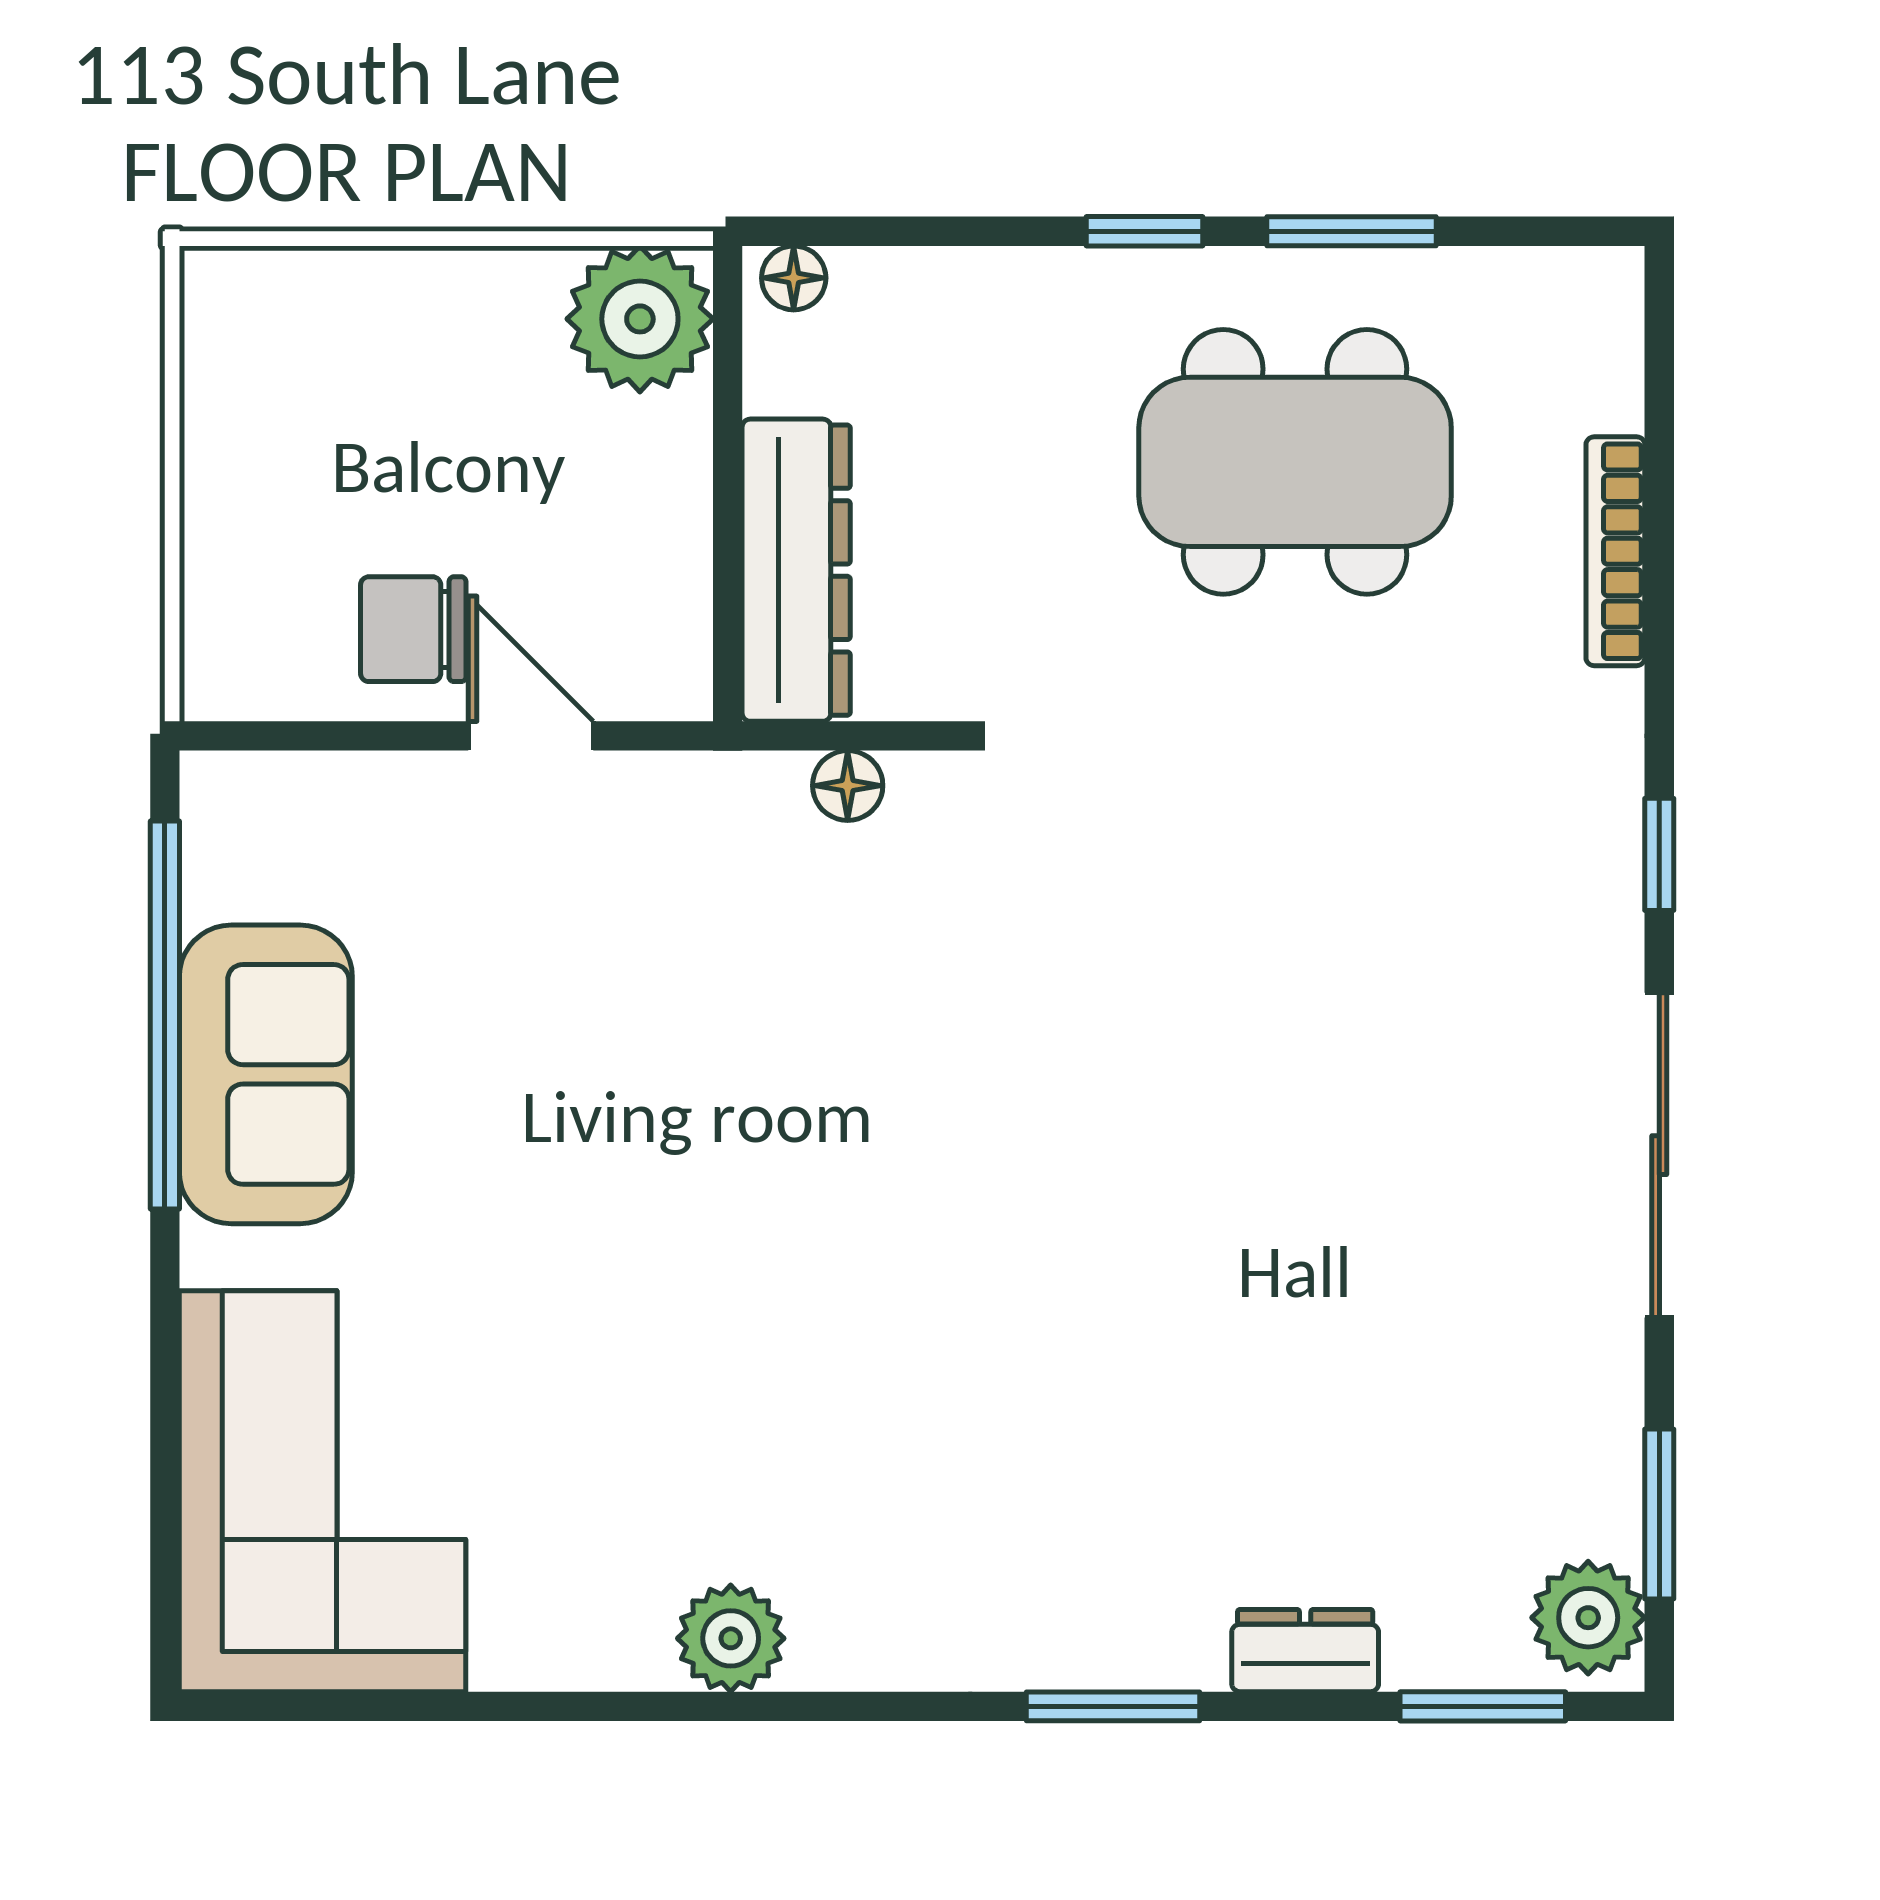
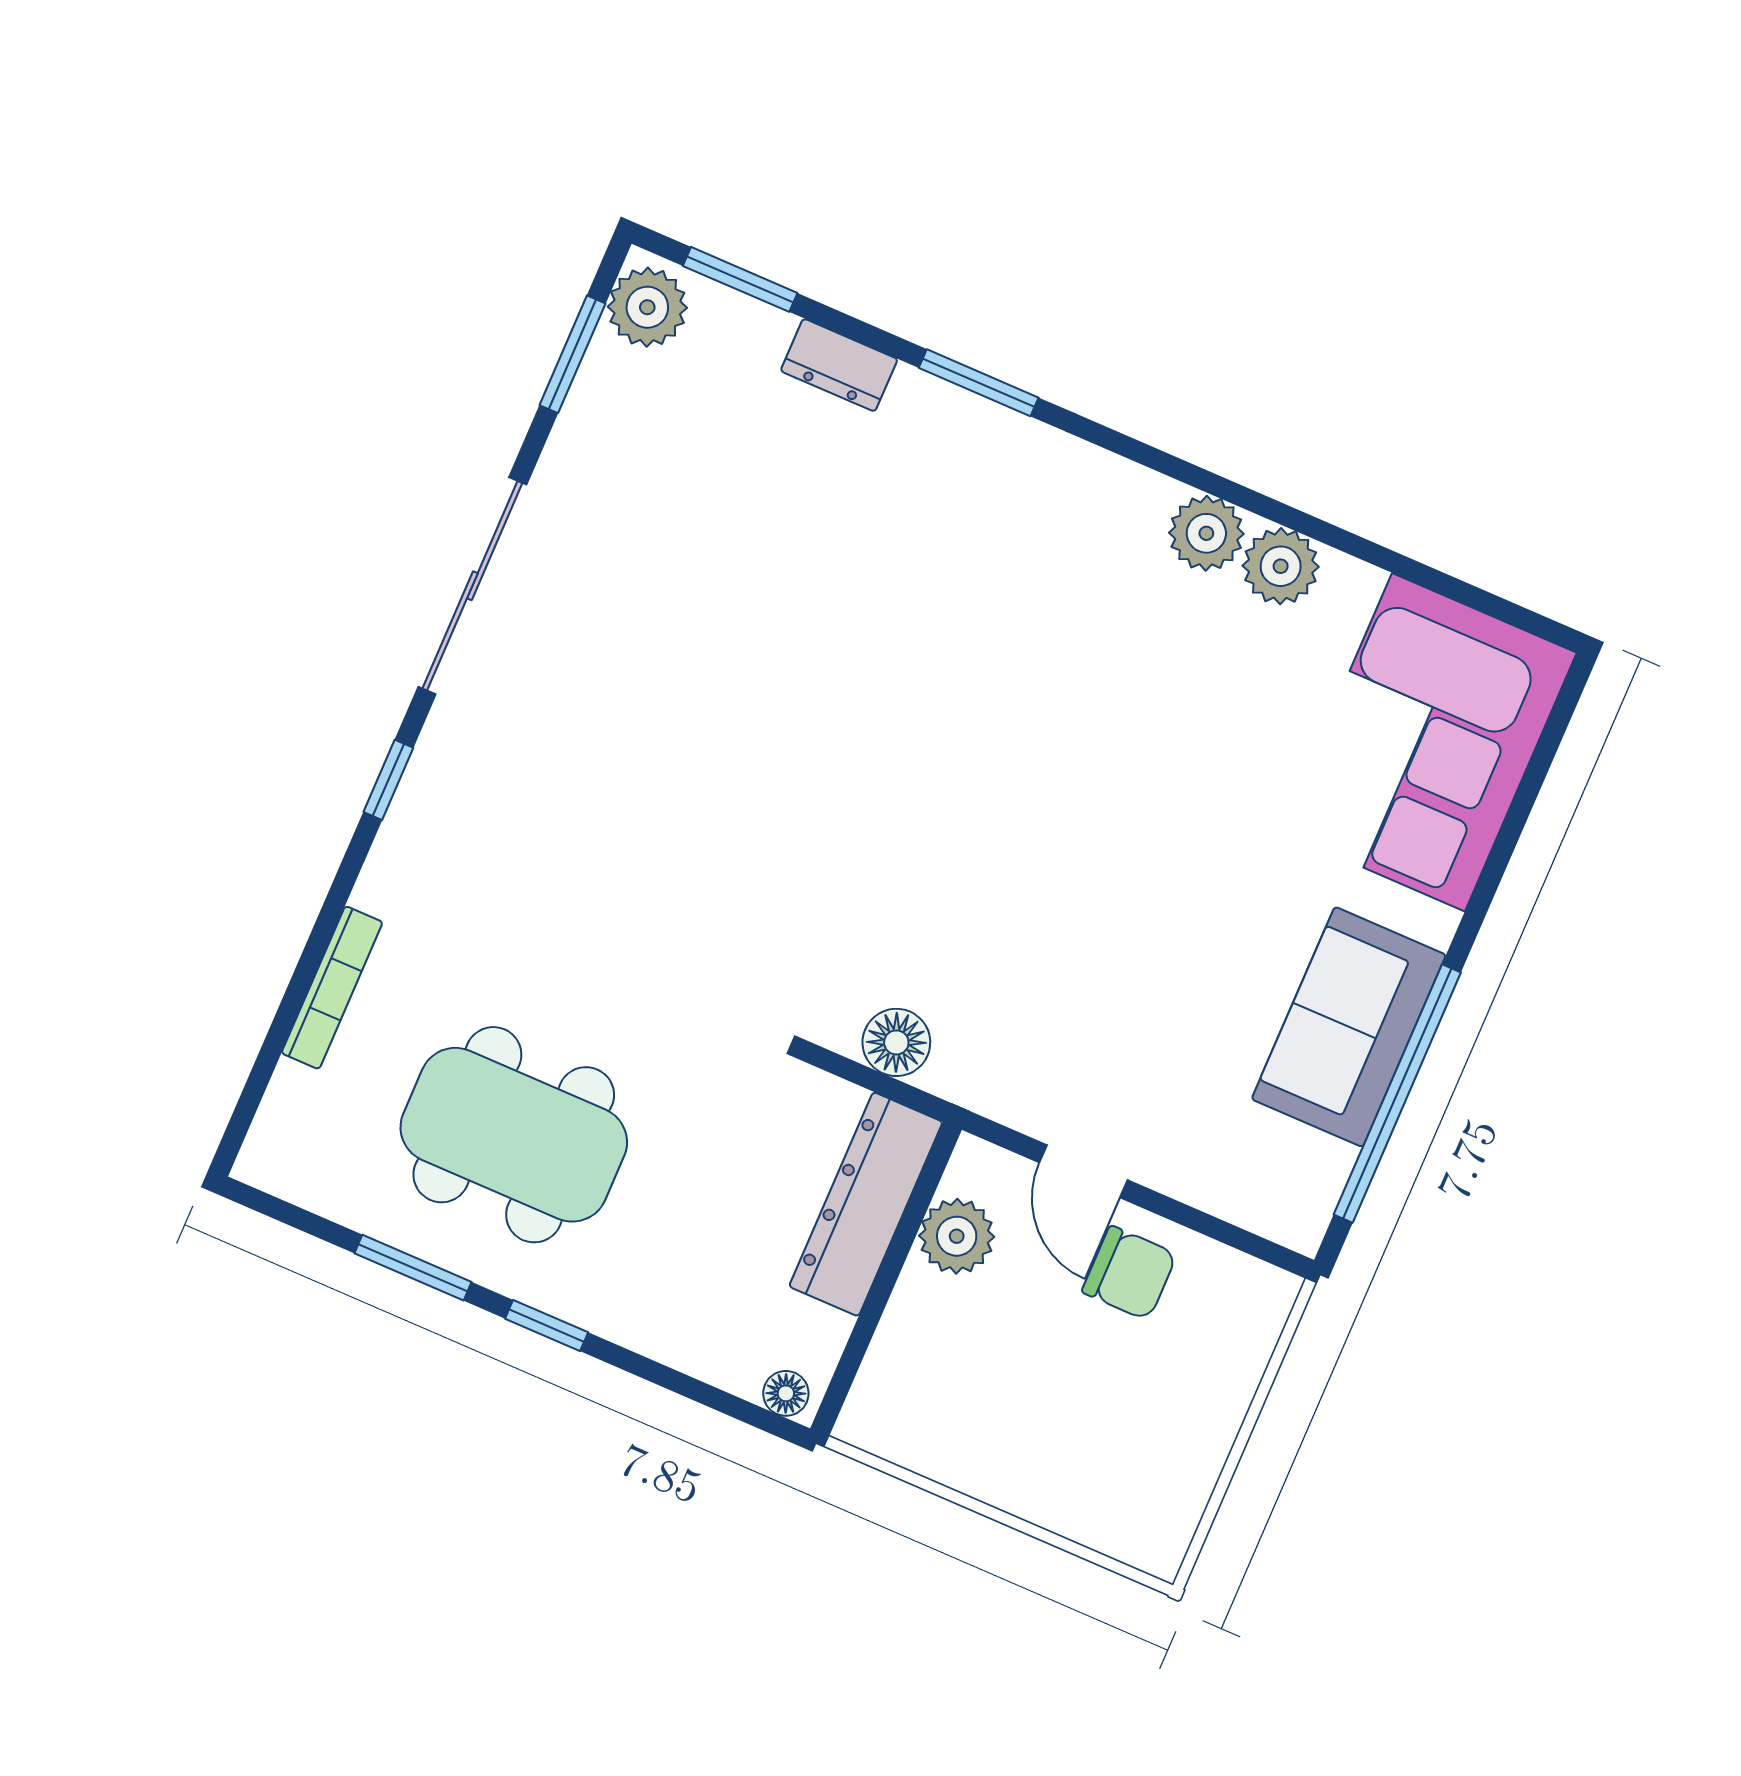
plant: (640, 319) -> (957, 1236), moved, width x0.73, depth x0.73
floor lamp: (848, 786) -> (896, 1042), width x1.37, depth x1.37
plant: (615, 1637) -> (1281, 566), added

